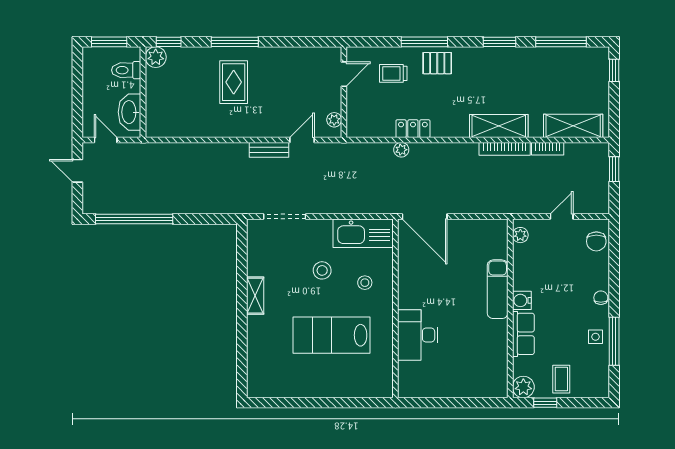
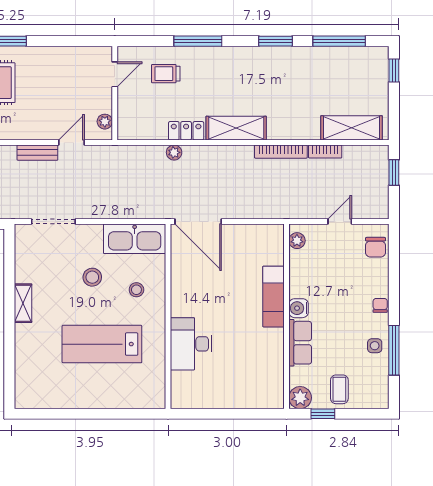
pallet: (437, 63) -> (211, 63), removed
shelving: (499, 126) -> (236, 128), moved

